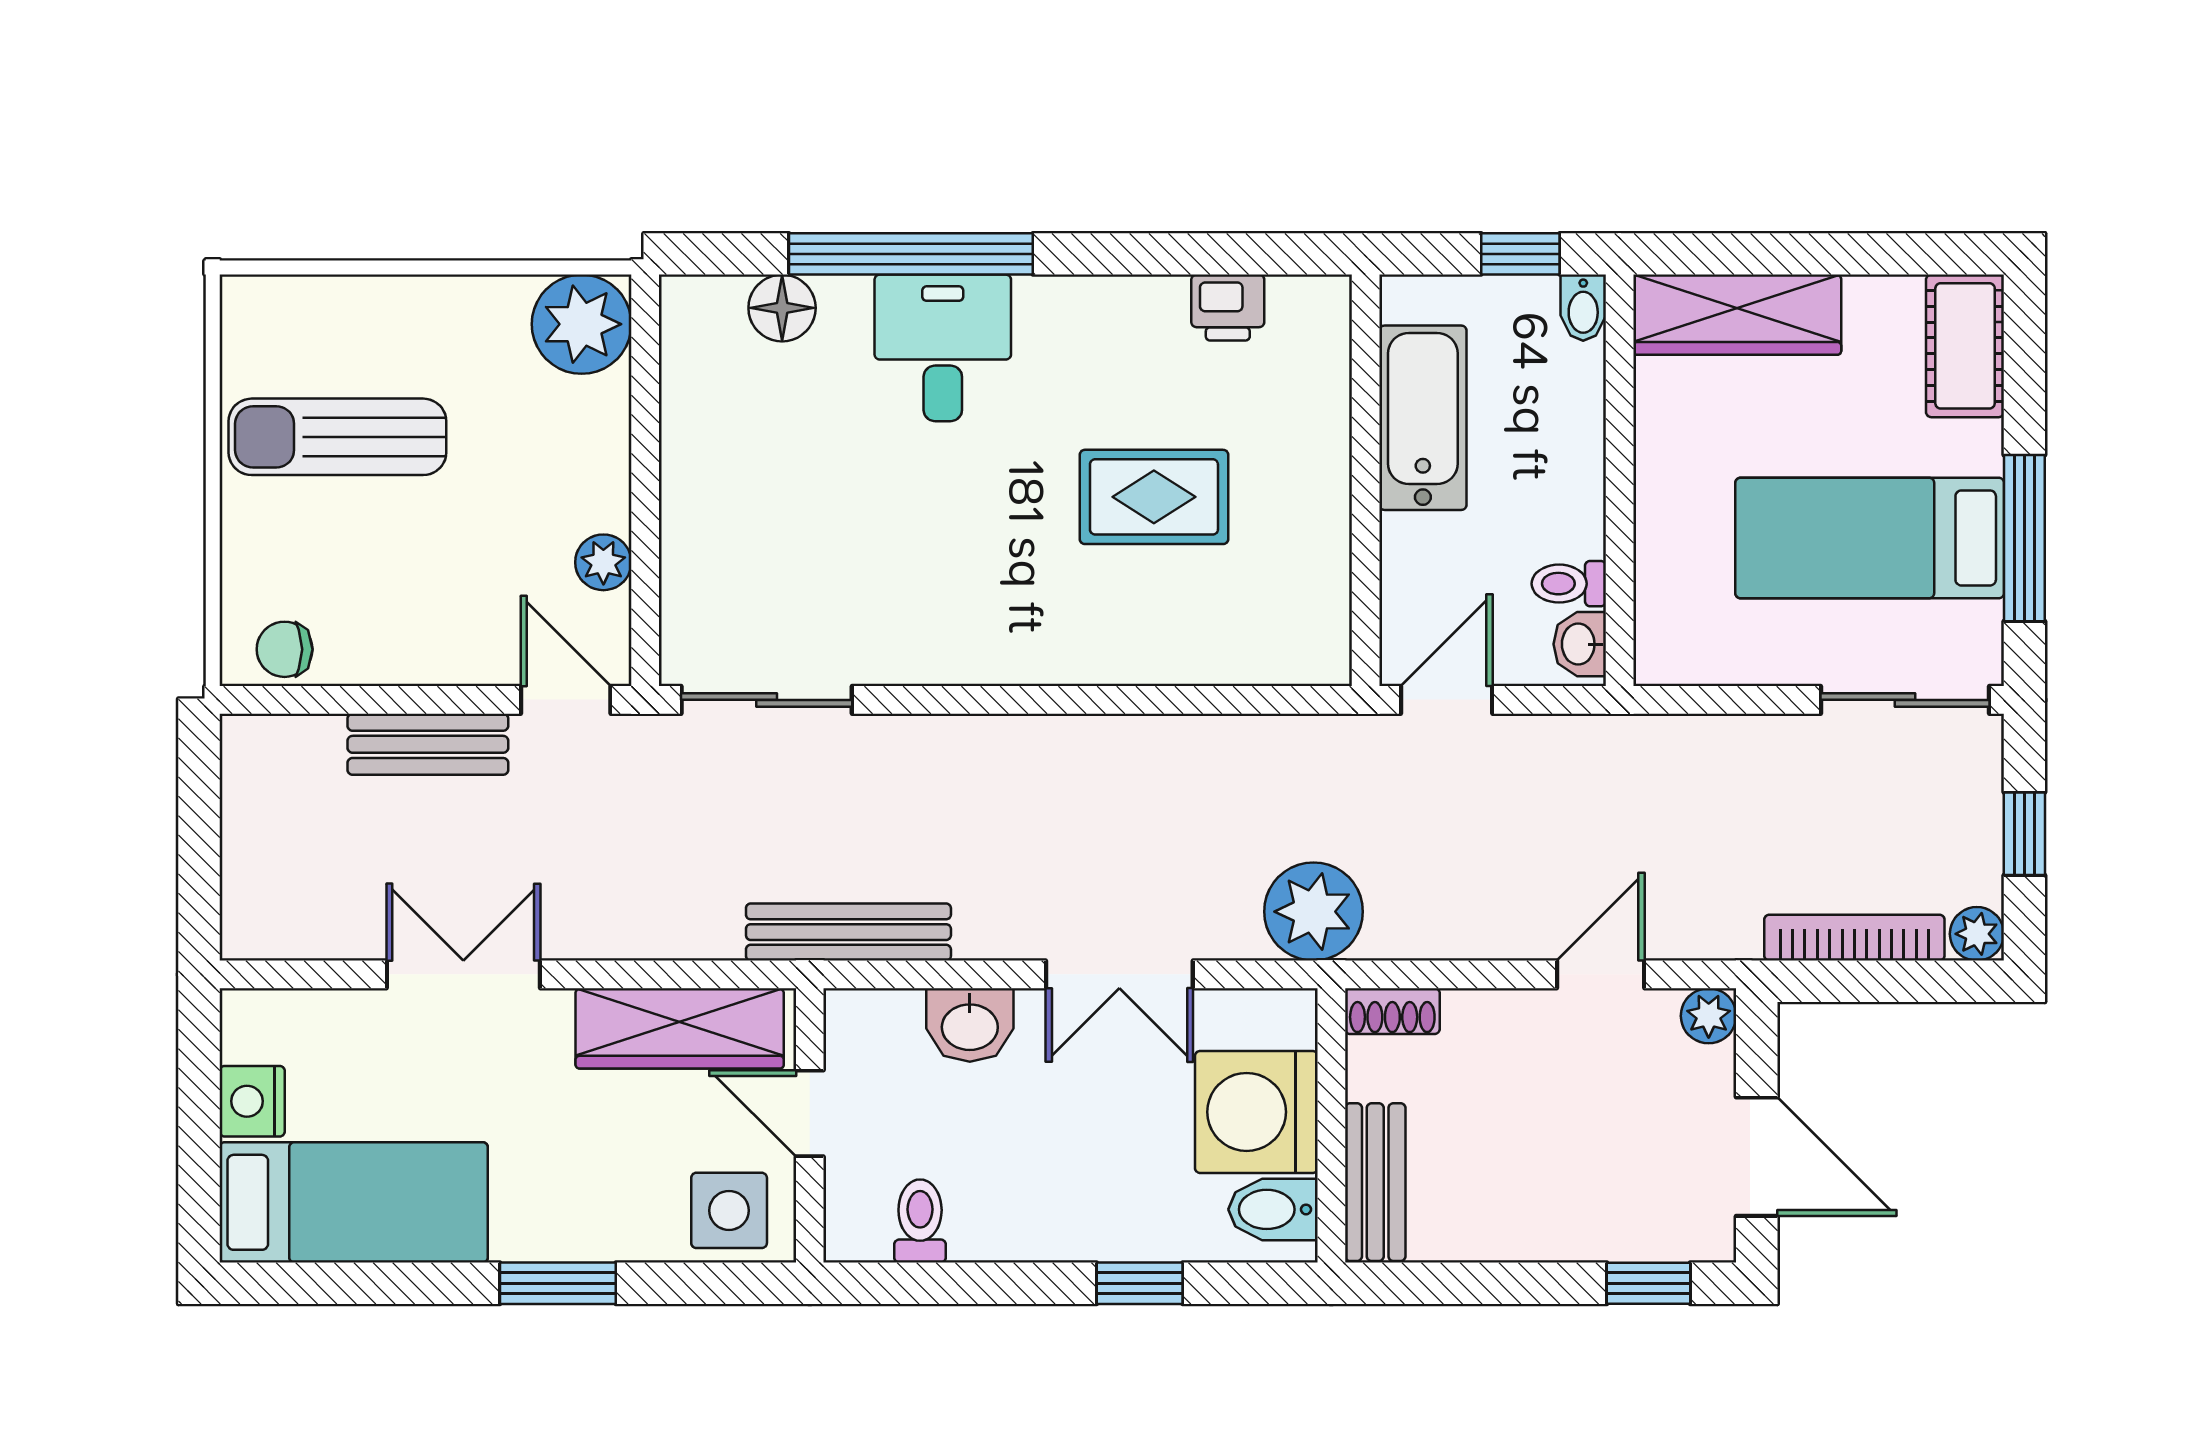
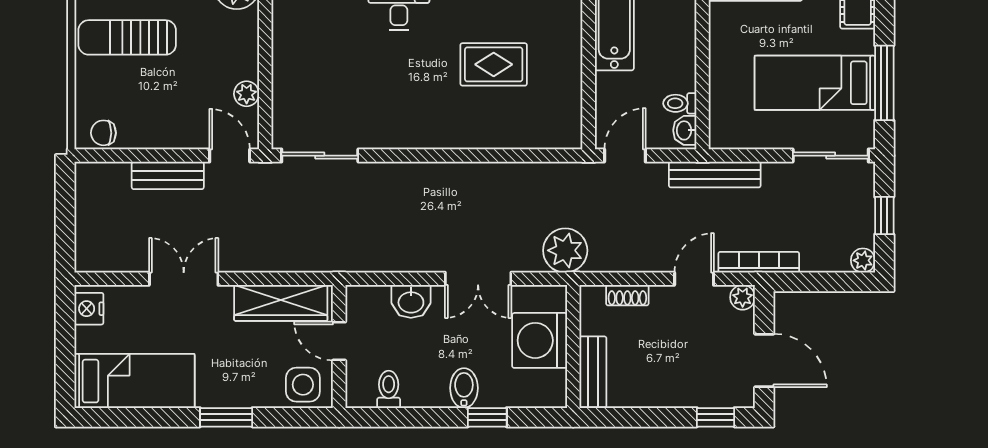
bench: (848, 932) -> (715, 175), moved
bookcase: (1854, 938) -> (759, 262), moved
shoe rack: (1392, 1011) -> (627, 295), moved
nightstand: (252, 1101) -> (89, 309), moved
bidet: (1273, 1209) -> (464, 388), moved, turned 90

